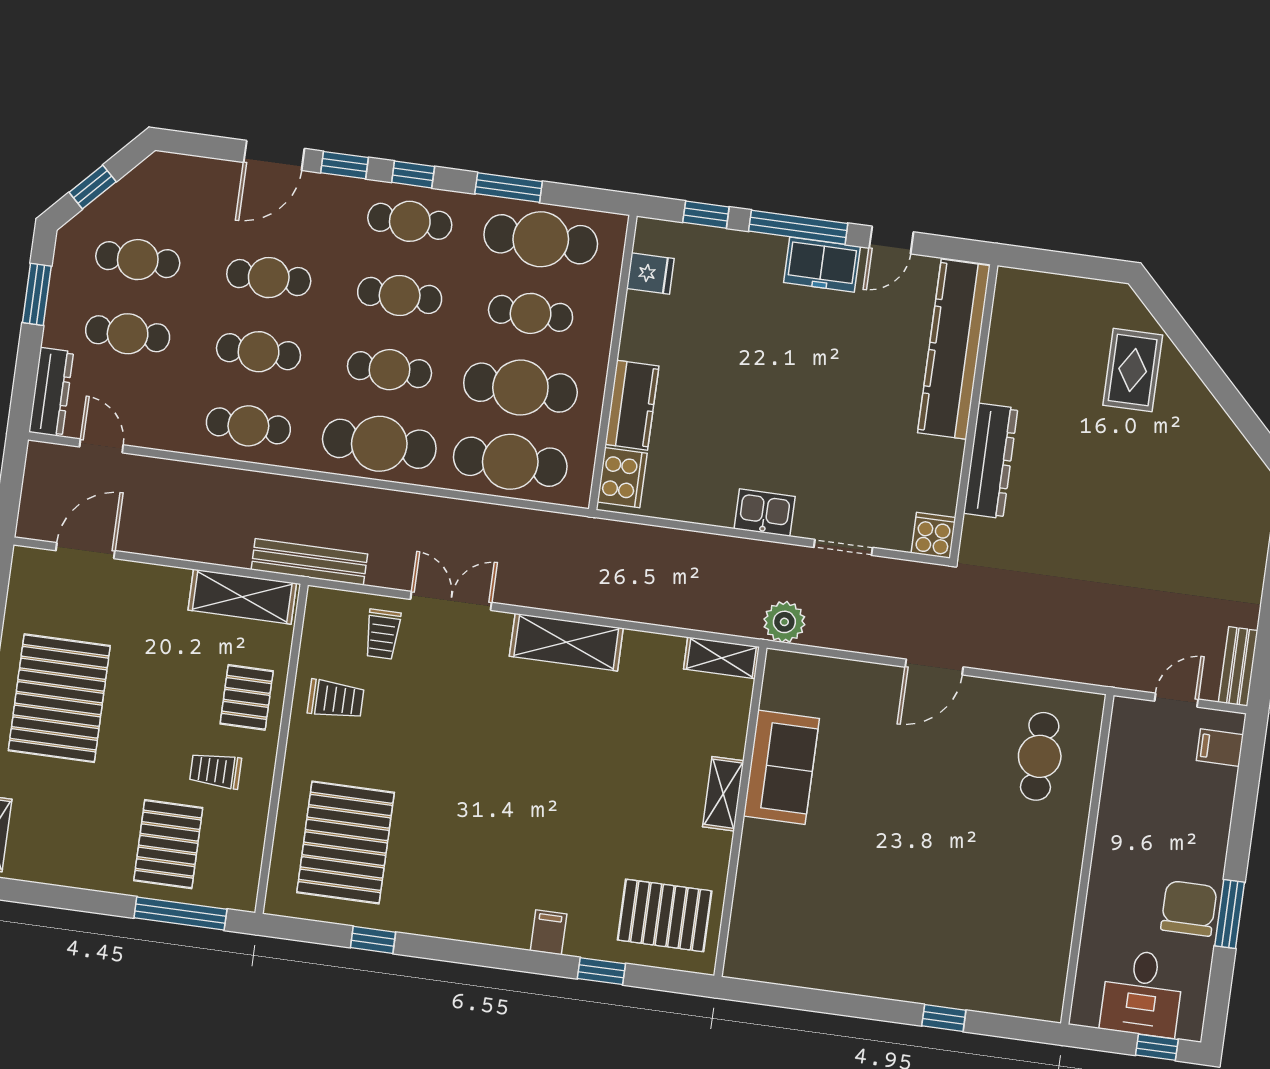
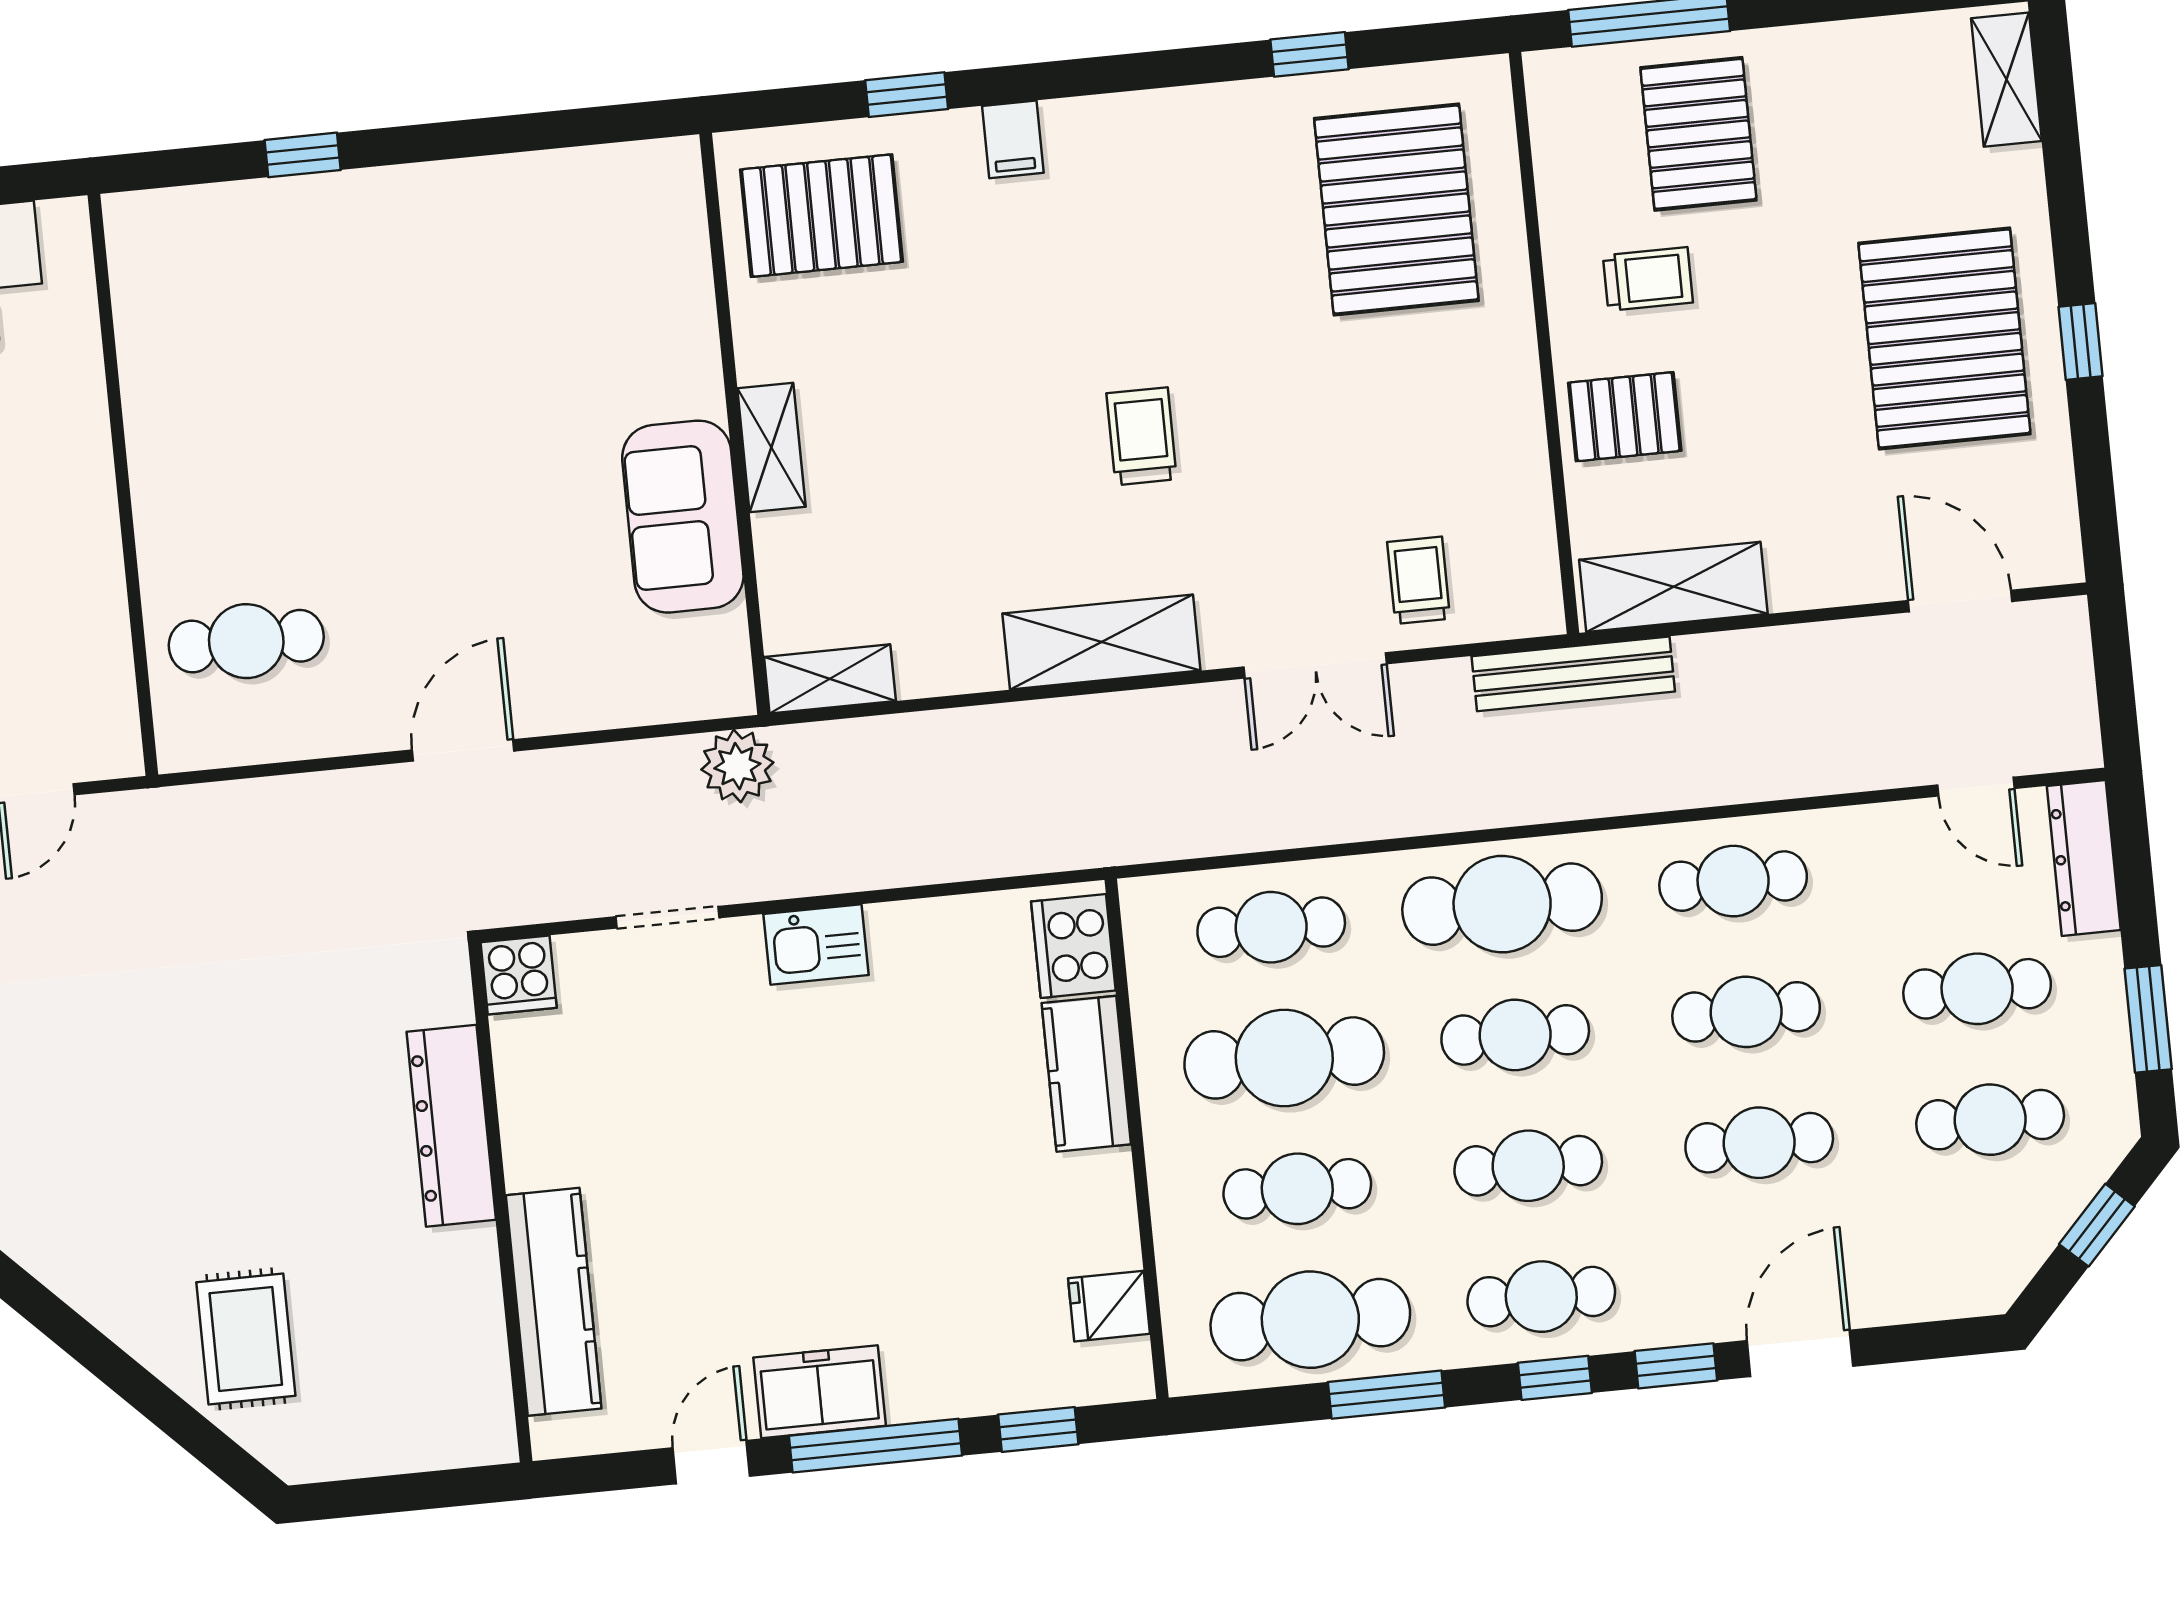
kitchen counter: (954, 349) -> (554, 1302), width x0.72, depth x0.86
cafe table: (510, 462) -> (1271, 927), width x0.73, depth x0.74
door: (85, 551) -> (1960, 601), swing flipped
pallet: (247, 697) -> (1625, 417), turned 90
trolley: (336, 699) -> (1142, 436), moved, turned 90
cafe table: (1040, 756) -> (246, 641), turned 90

